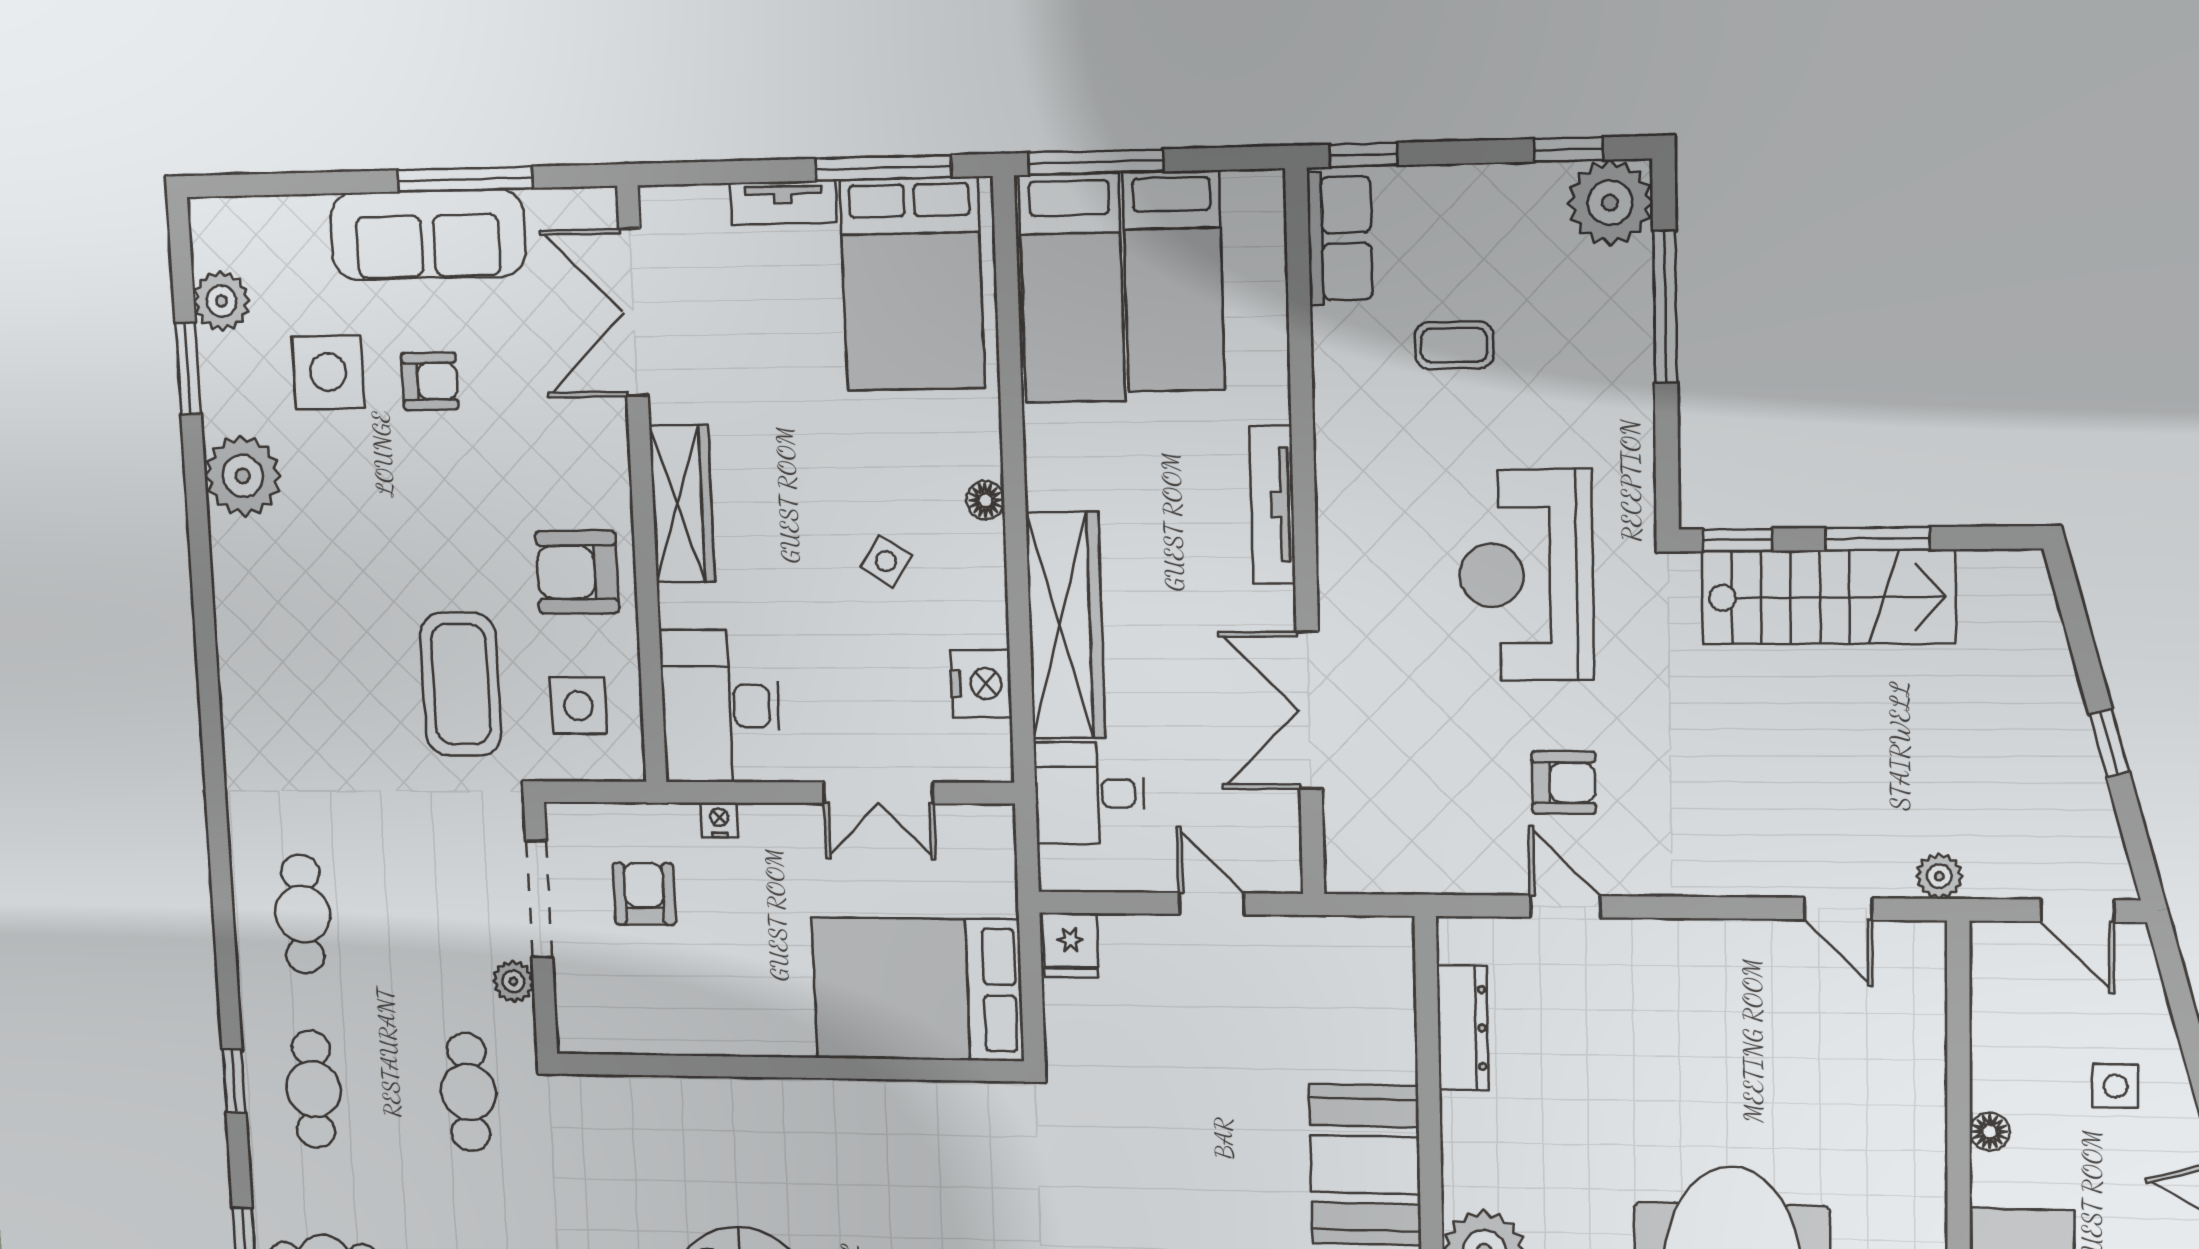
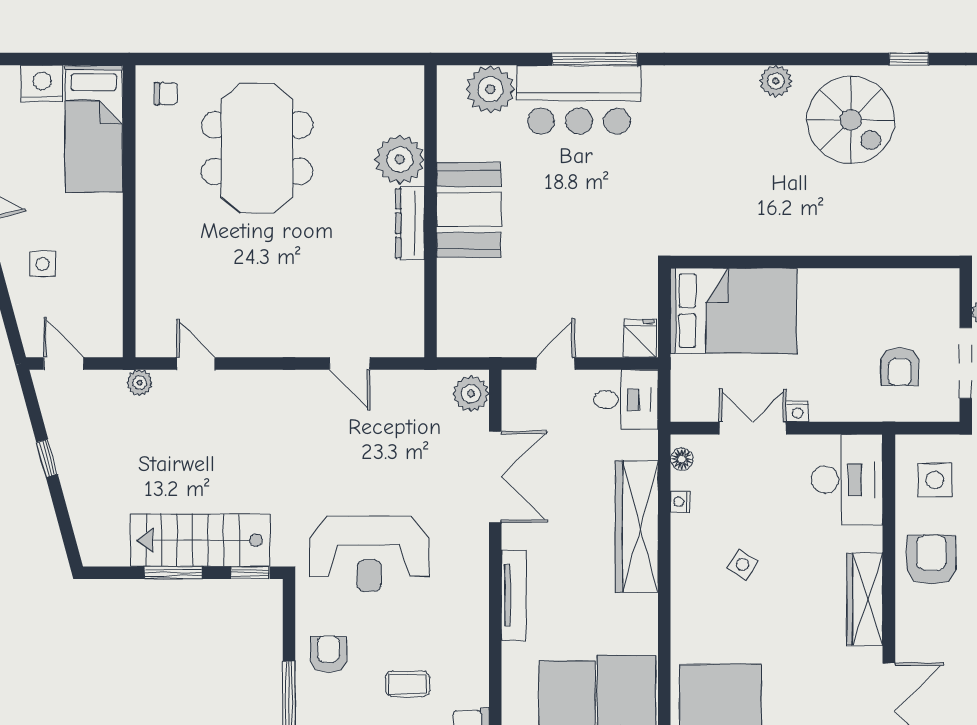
floor lamp: (985, 500) -> (682, 459), moved
armchair: (577, 572) -> (931, 560), turned -90
reception desk: (1526, 575) -> (369, 554), turned 90
nightstand: (981, 684) -> (680, 502), width x0.53, depth x0.56
armchair: (1564, 783) -> (329, 654), moved, turned 90
desk: (1089, 793) -> (626, 400), moved
nightstand: (719, 820) -> (797, 411), moved
plant: (1354, 853) -> (471, 394), added
door: (1212, 904) -> (555, 364), swing flipped
dresser: (1463, 1028) -> (410, 223), moved
floor lamp: (1990, 1132) -> (112, 236), removed

